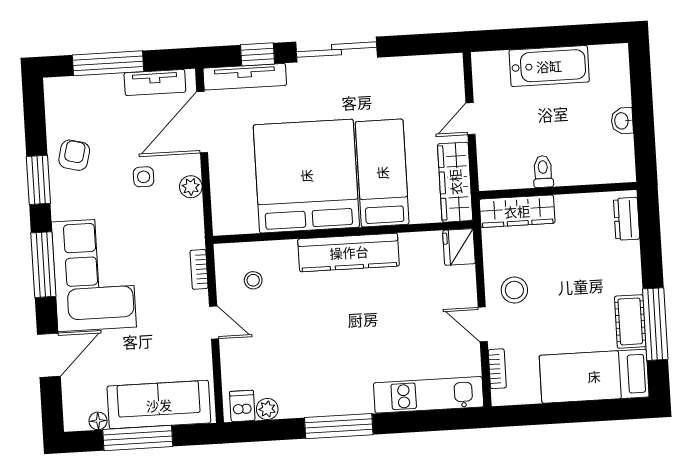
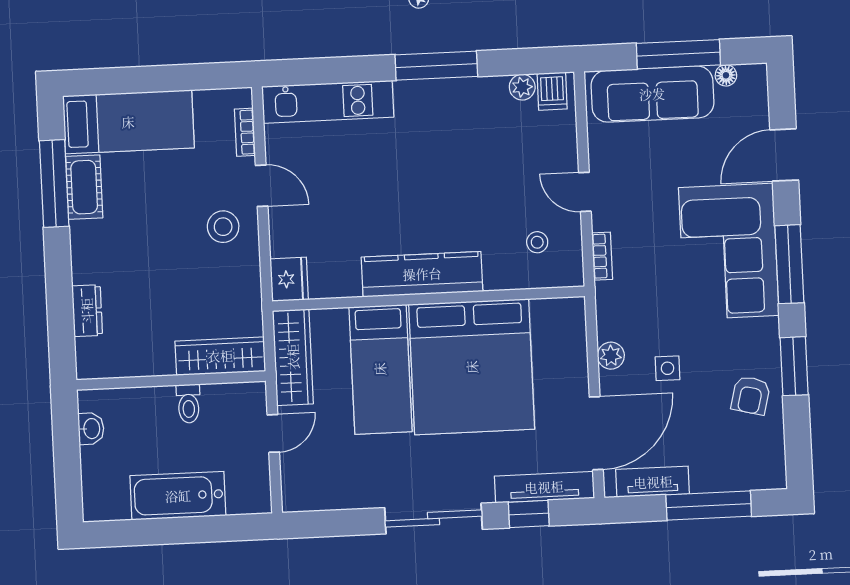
toilet: (543, 171) -> (189, 404), moved
wall: (558, 191) -> (171, 380), moved
wardrobe: (517, 211) -> (220, 356), moved

